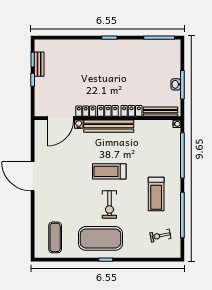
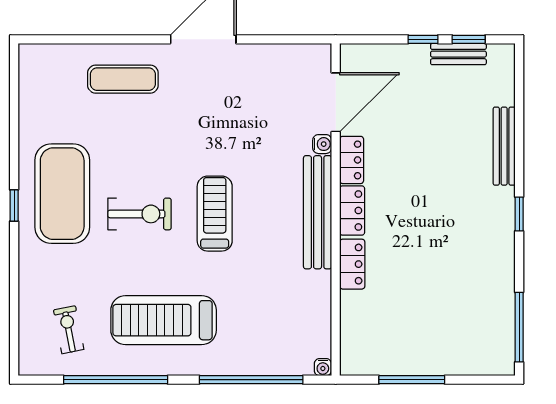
washbasin: (176, 84) -> (413, 365), removed
bench: (161, 112) -> (504, 146), moved
door: (60, 118) -> (336, 102), swing flipped
treadmill: (156, 194) -> (164, 320), width x1.37, depth x1.38
exercise bike: (109, 204) -> (139, 214), turned 180
exercise mat: (55, 237) -> (123, 79), moved

